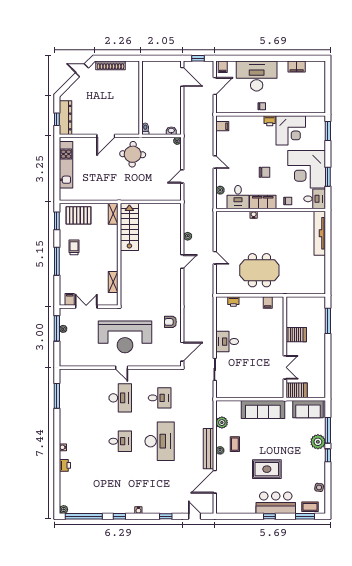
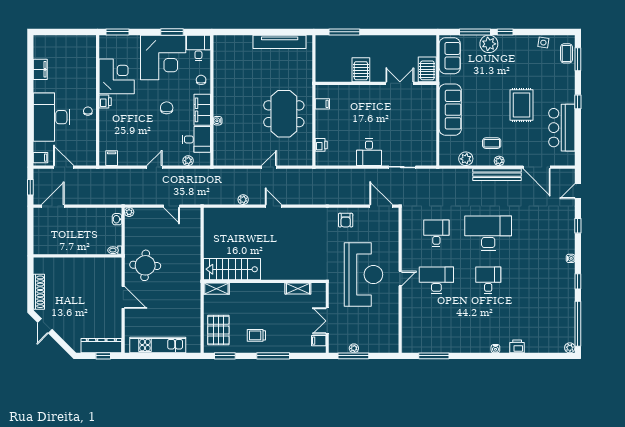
tv unit: (320, 233) -> (280, 42), moved
bar counter: (276, 503) -> (562, 128), moved

